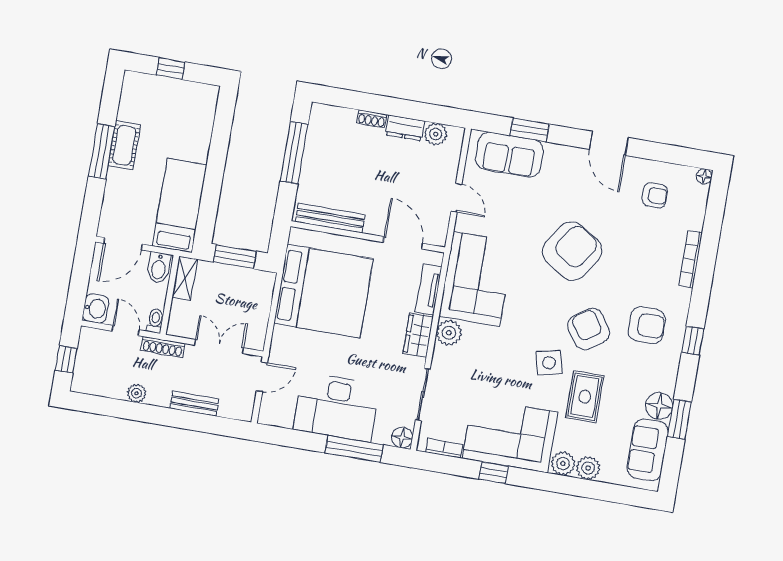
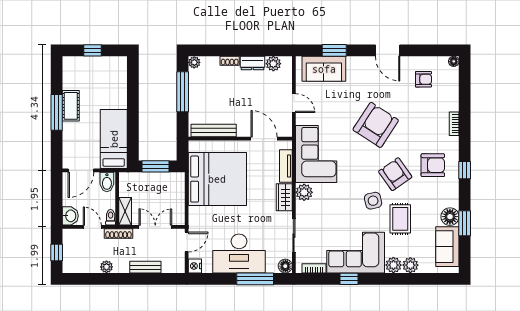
plant: (319, 112) -> (194, 62), added
bookcase: (691, 259) -> (454, 124), width x0.64
shelving: (185, 278) -> (125, 211), moved
nightstand: (268, 415) -> (195, 266), added

